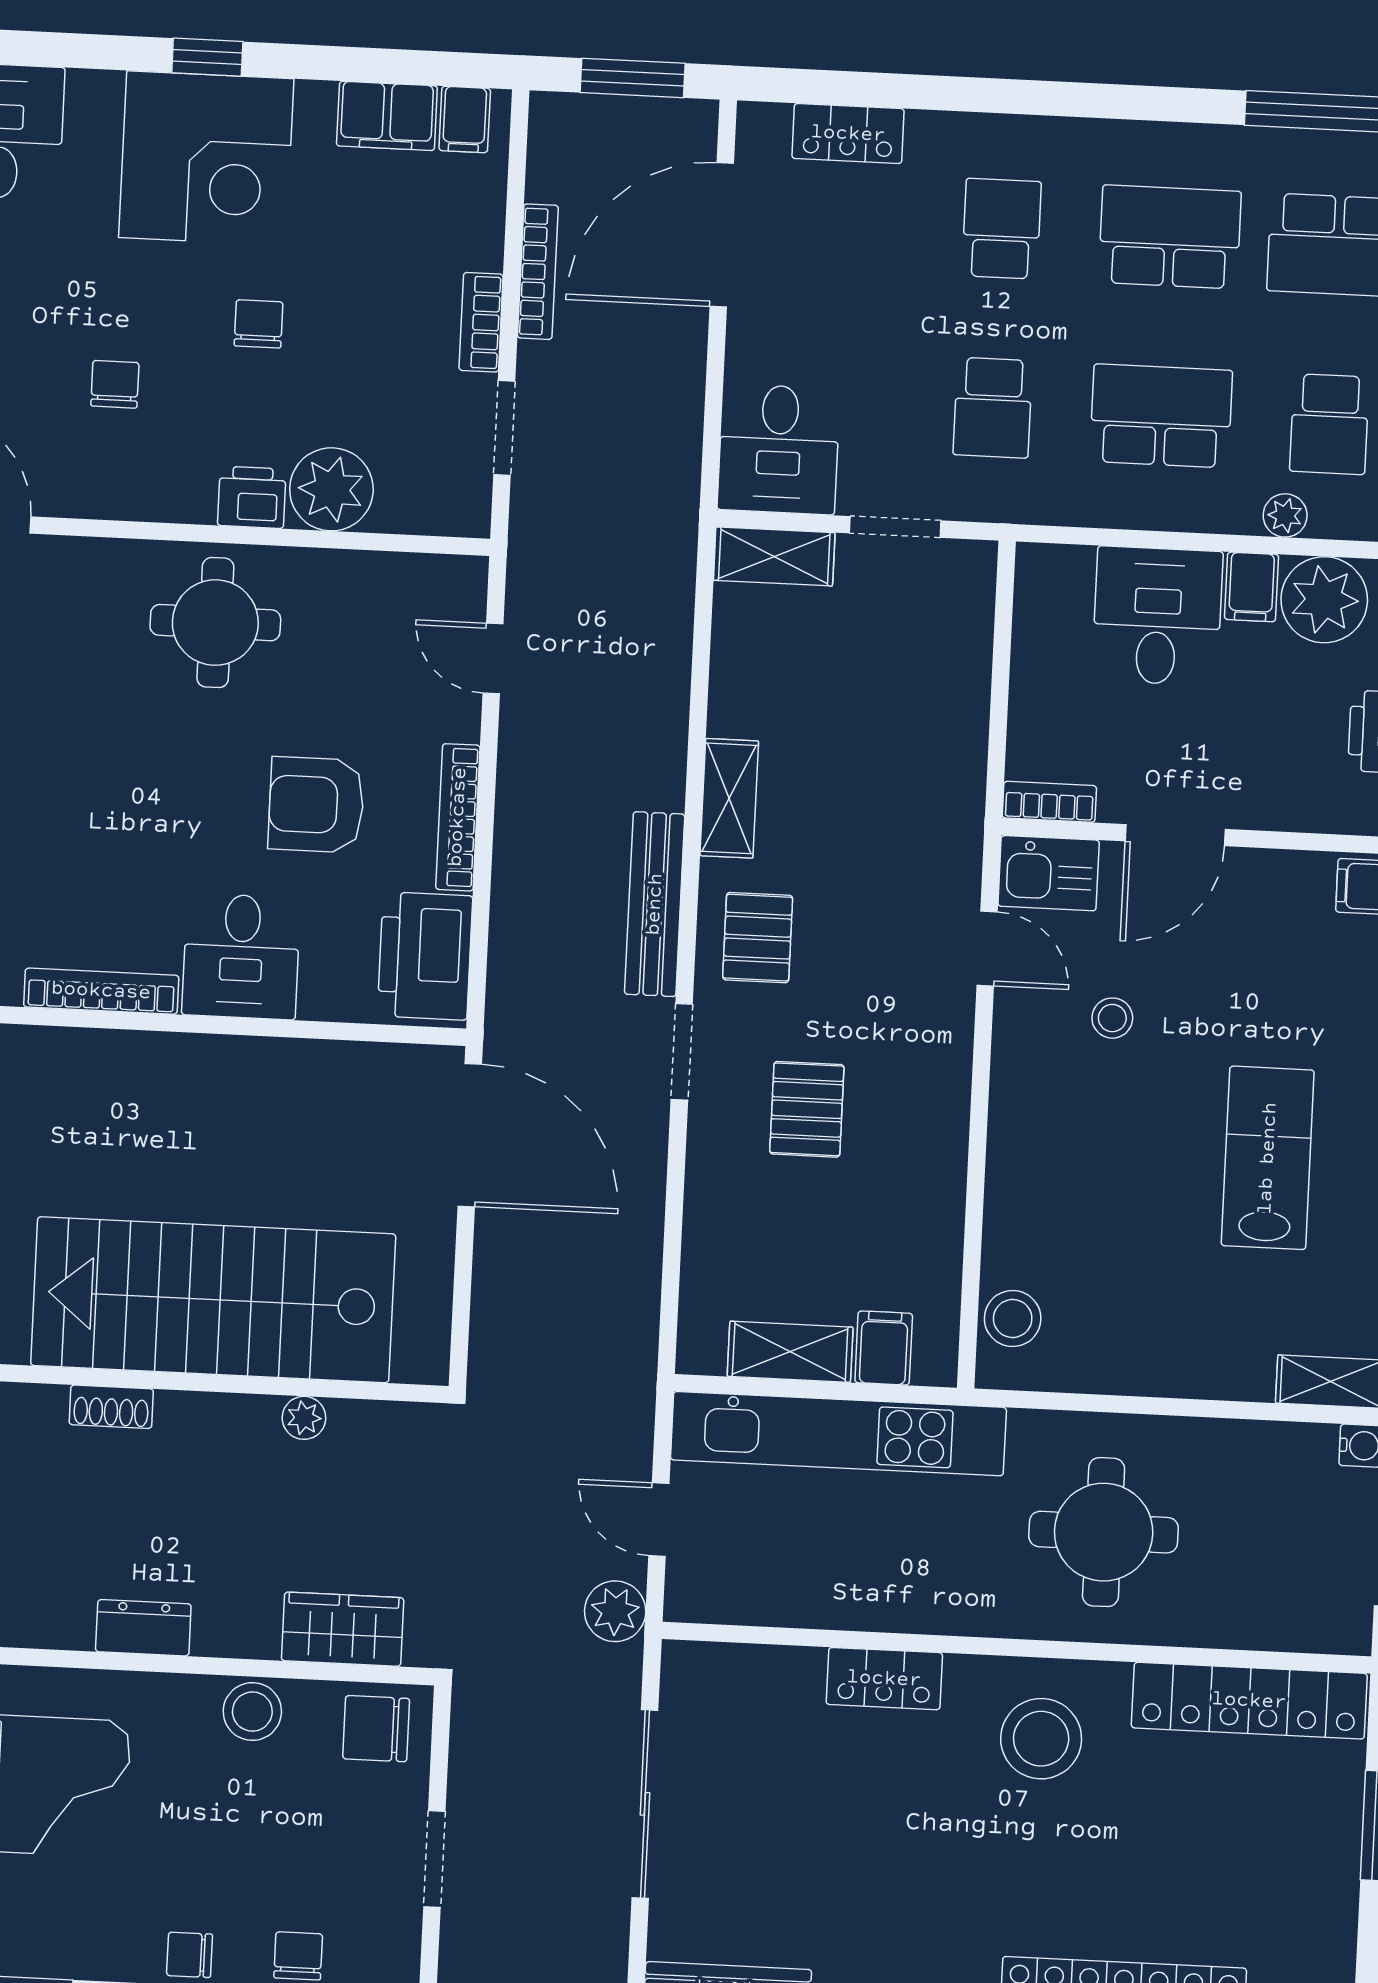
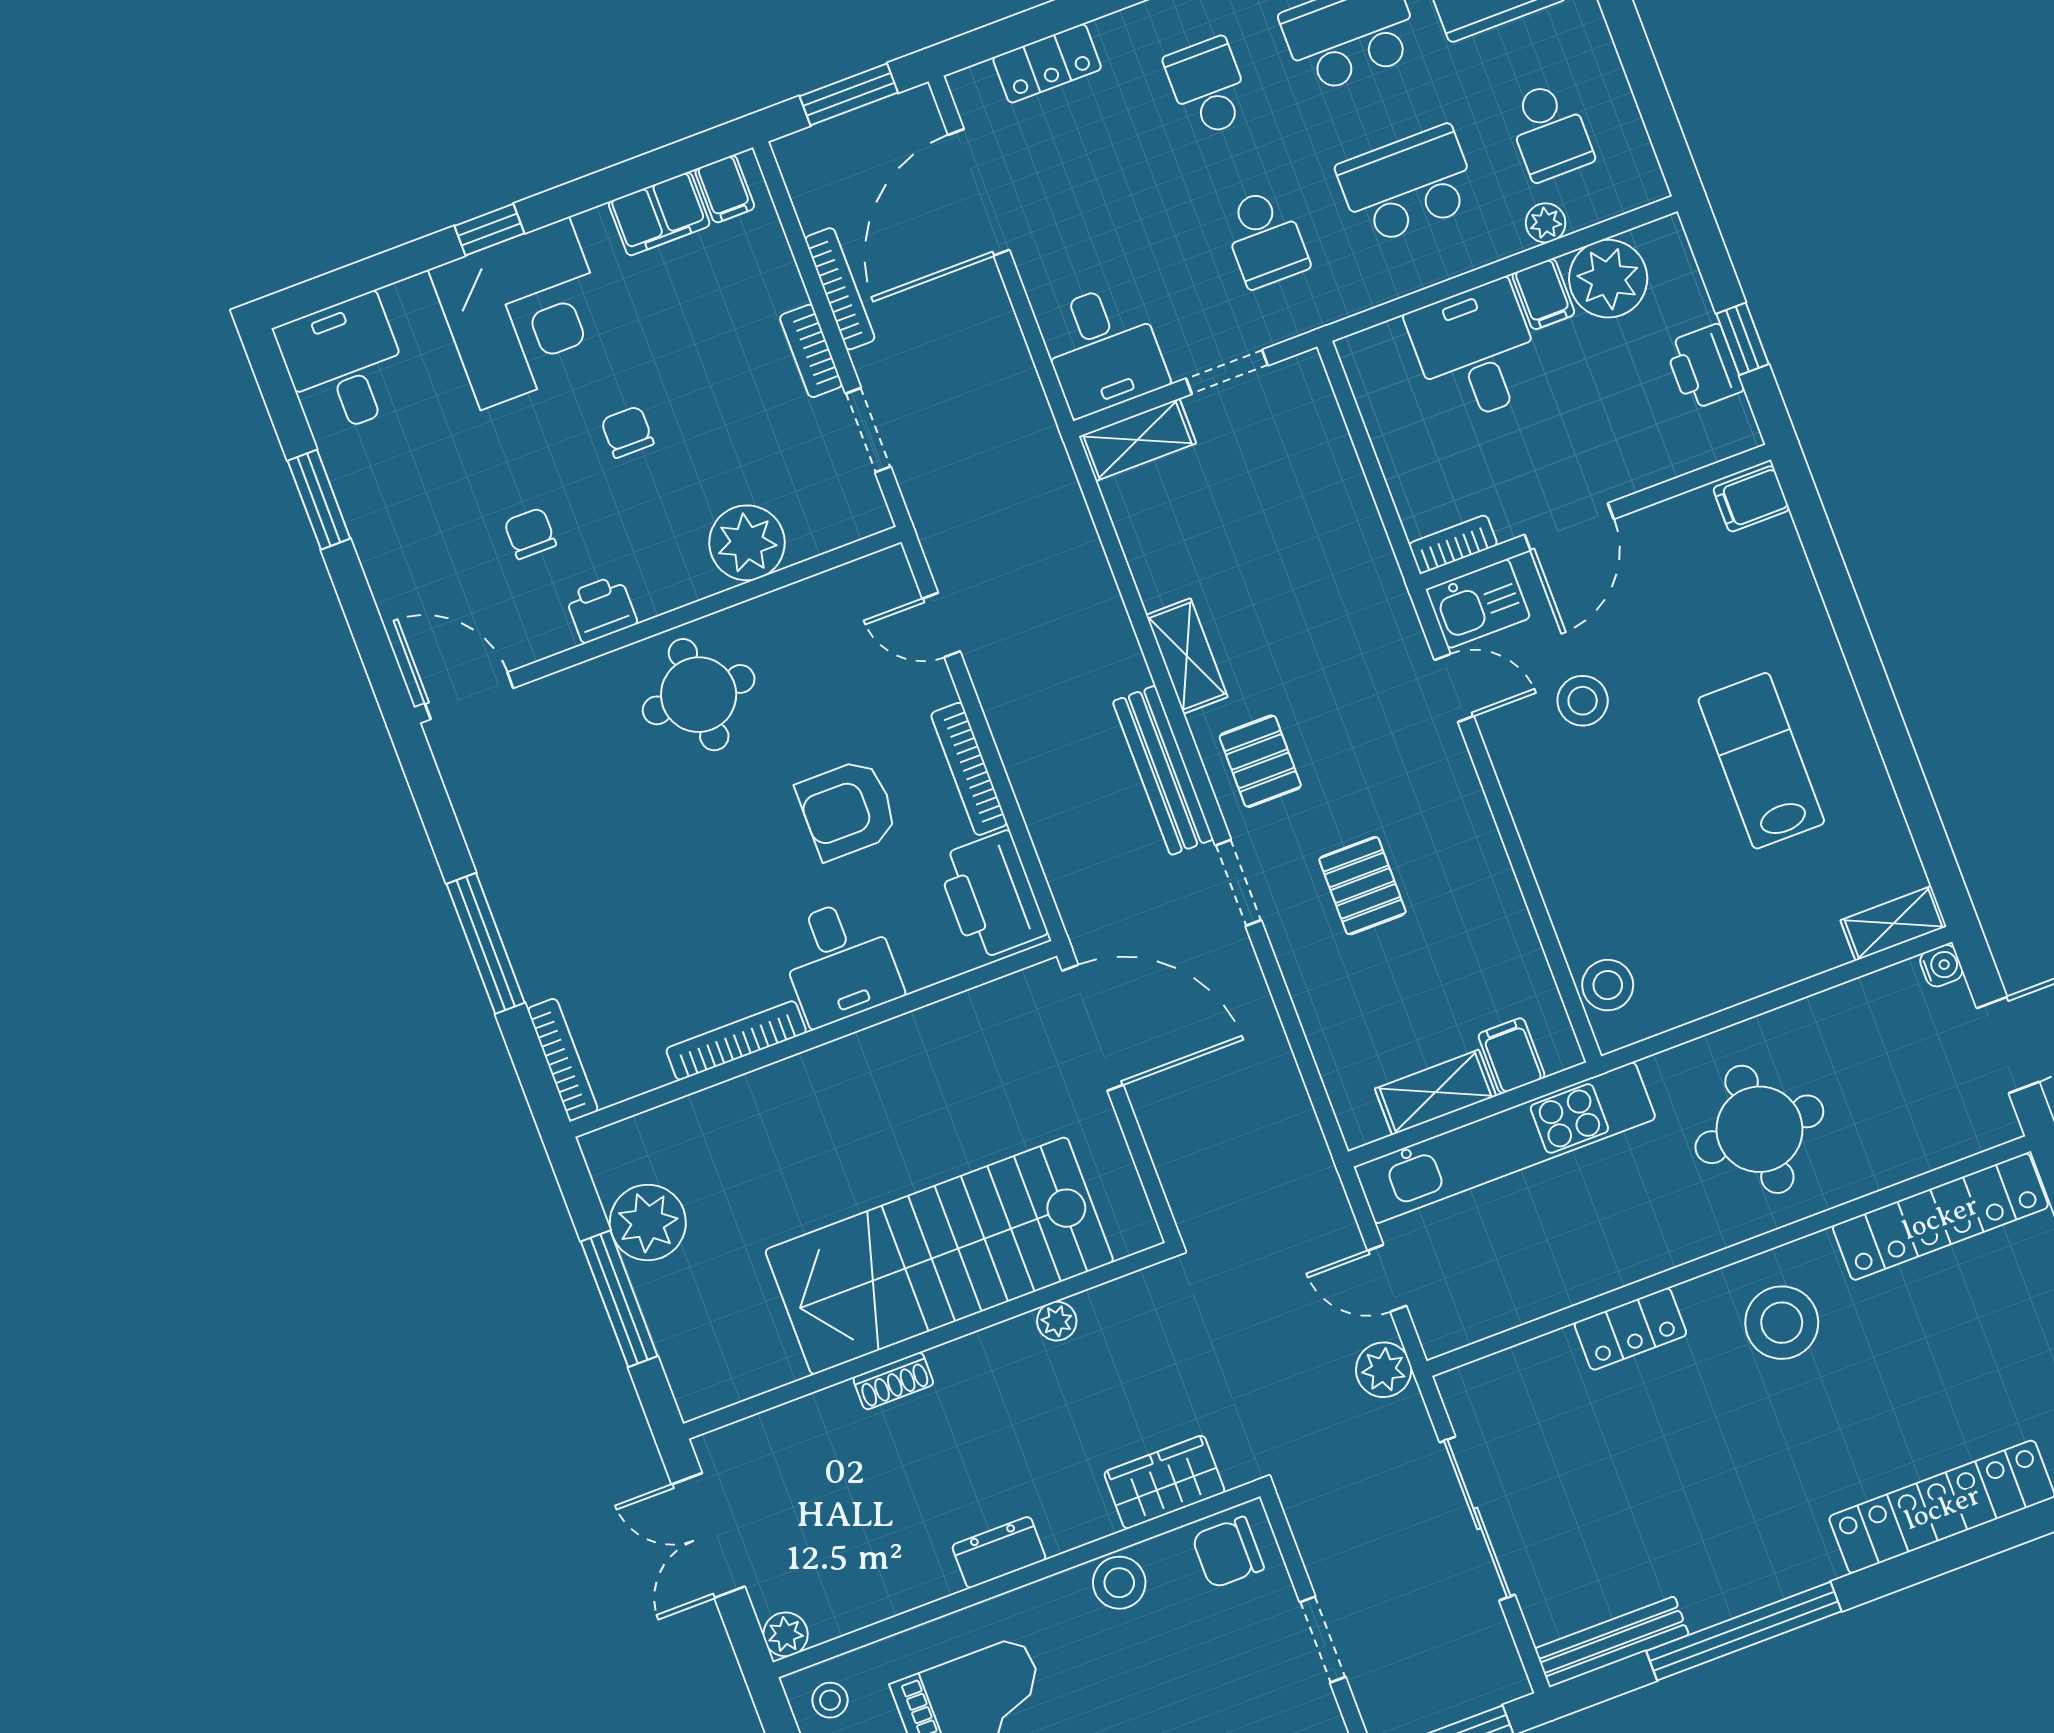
printer: (252, 497) -> (601, 609), moved
stool: (1112, 1018) -> (1583, 701), width x1.37, depth x1.37

